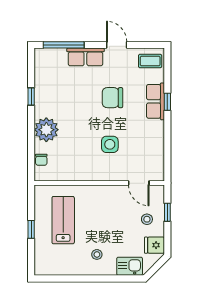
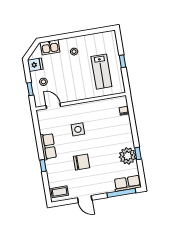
row of seats: (85, 57) -> (127, 183), moved
row of seats: (155, 101) -> (48, 146), moved
plant: (46, 130) -> (128, 156), moved

